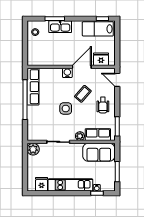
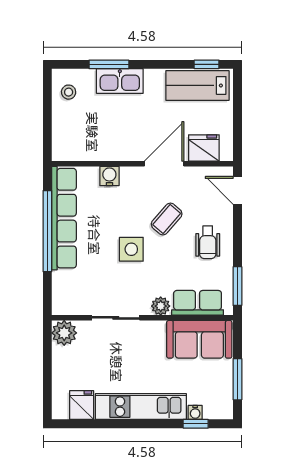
water cooler: (67, 73) -> (109, 176), moved
row of seats: (33, 87) -> (64, 218), width x1.36

